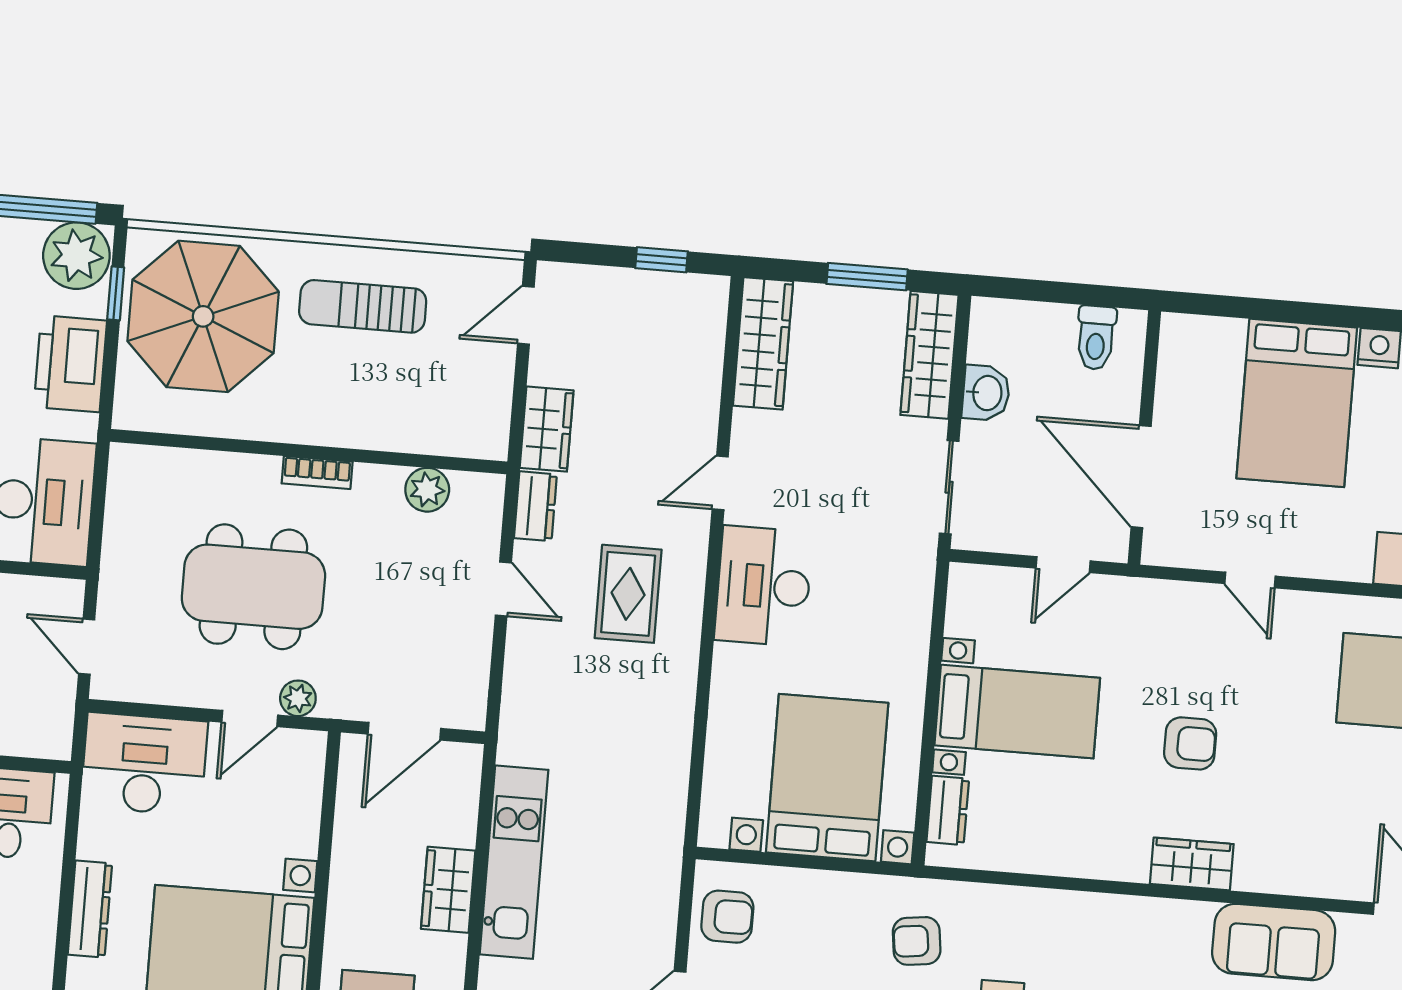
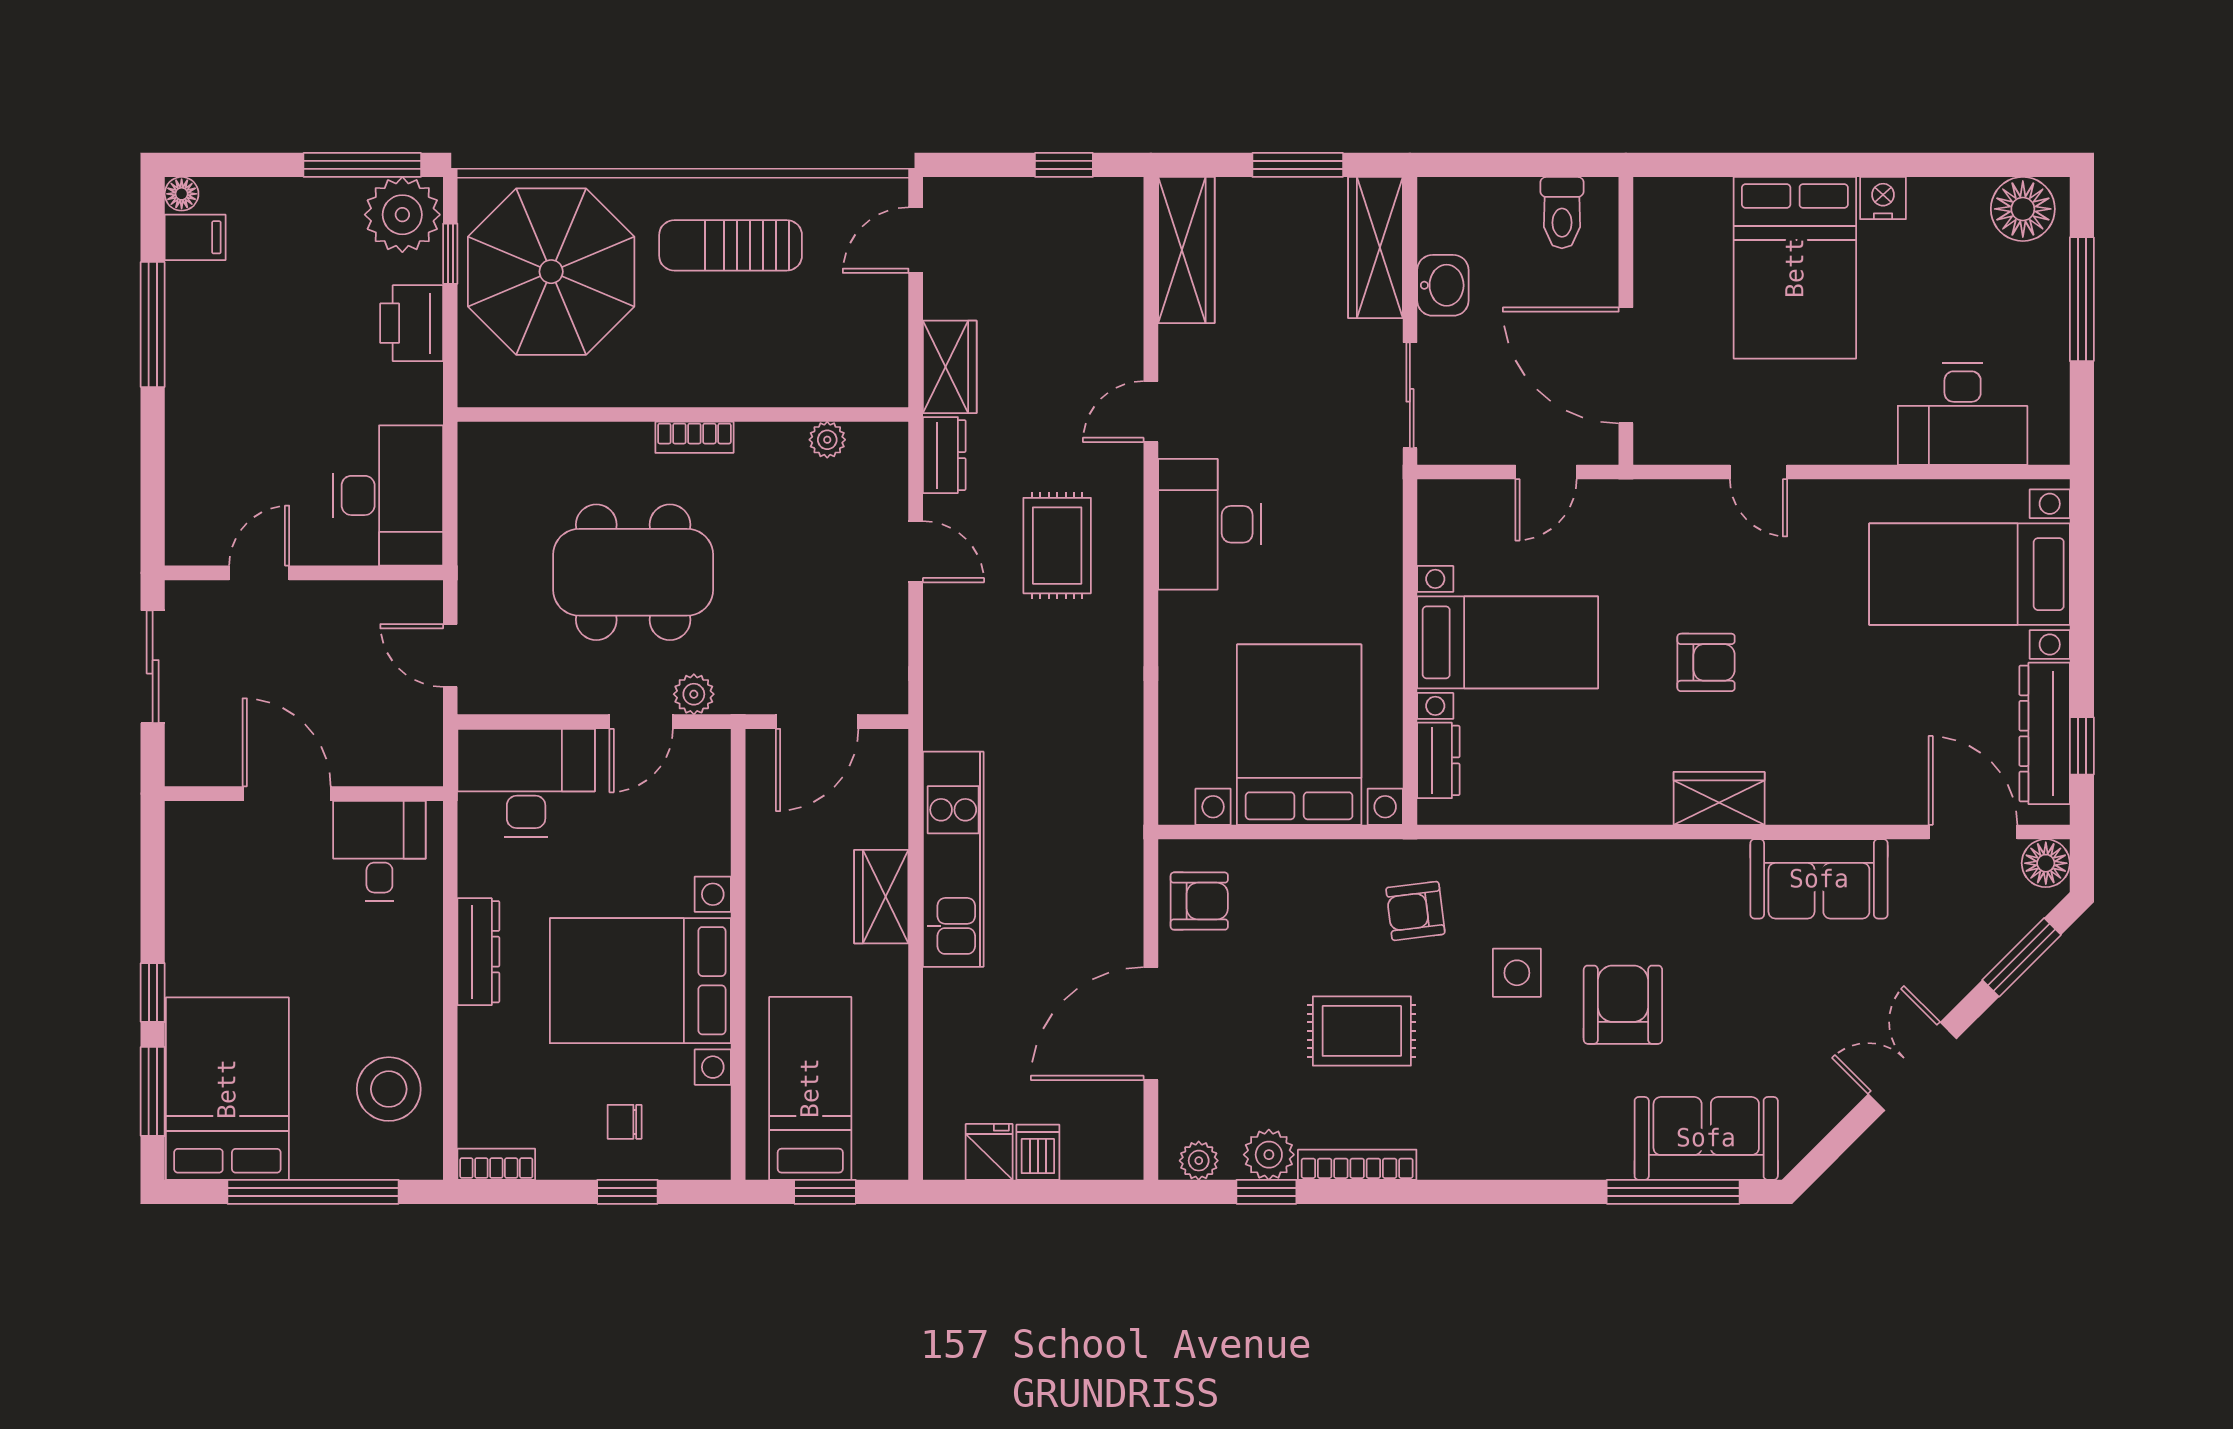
printer: (70, 364) -> (412, 323), width x0.73, depth x0.84
plant: (427, 490) -> (827, 440), width x0.73, depth x0.73

